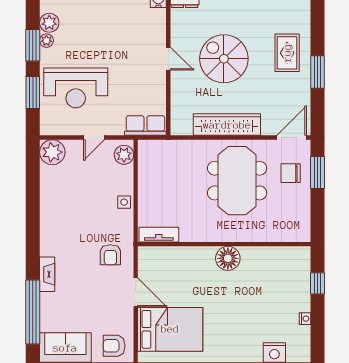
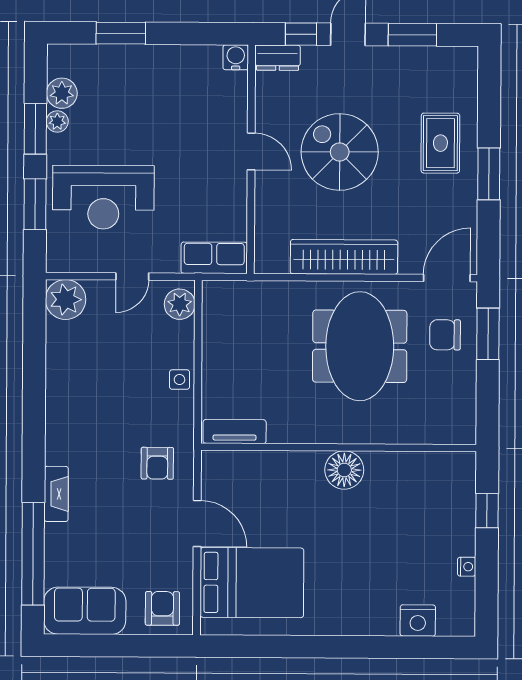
armchair: (114, 346) -> (162, 608), turned 90

